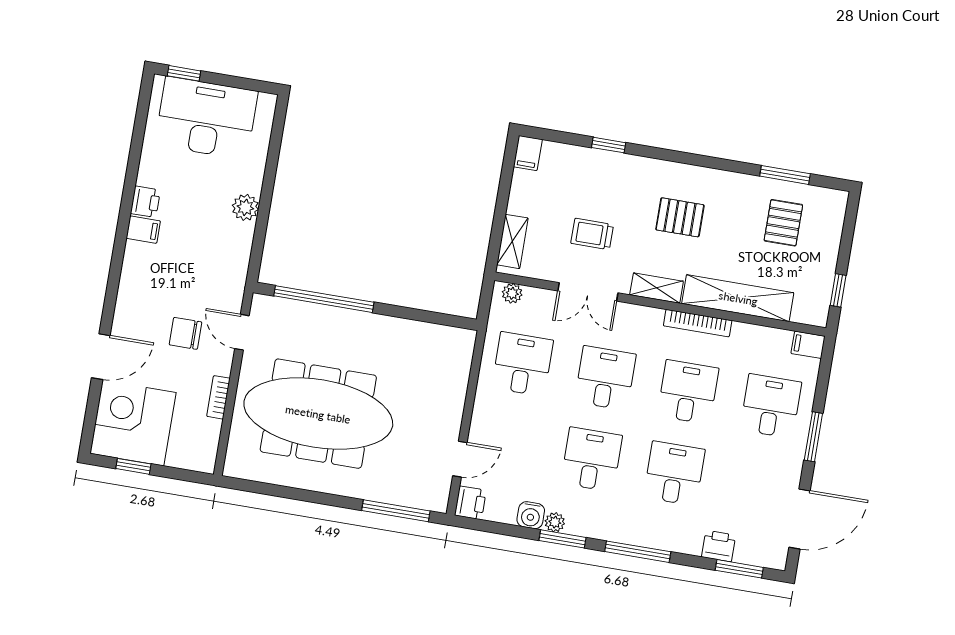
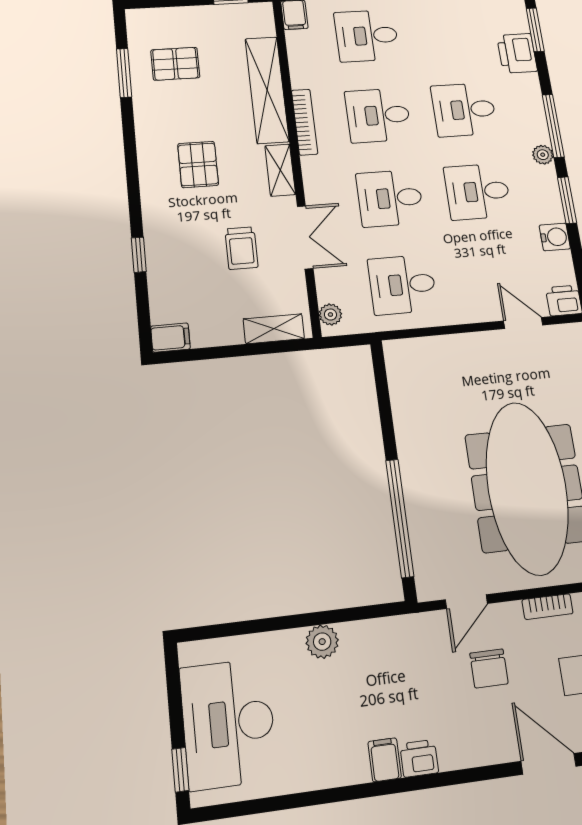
printer: (145, 202) -> (419, 758), moved
plant: (555, 522) -> (543, 155), moved
printer: (719, 546) -> (517, 53), width x1.36, depth x1.24

